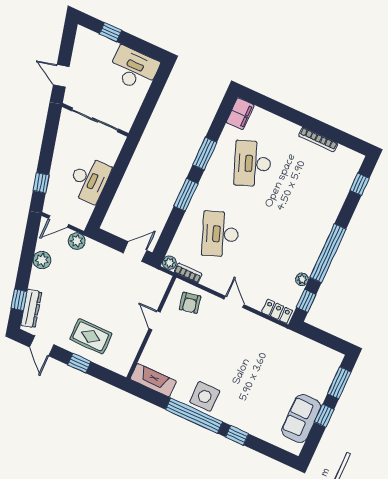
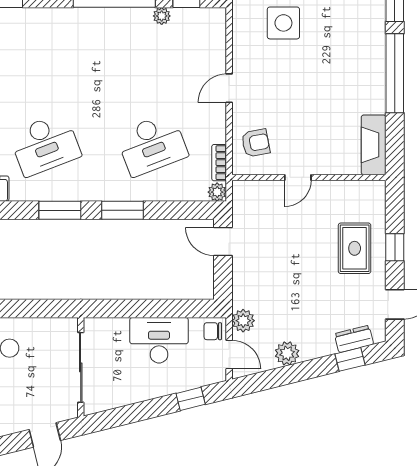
chair: (79, 218) -> (213, 331), added
dresser: (31, 309) -> (354, 339), width x0.70
locker: (277, 311) -> (216, 29), removed
side table: (205, 396) -> (283, 23), moved

